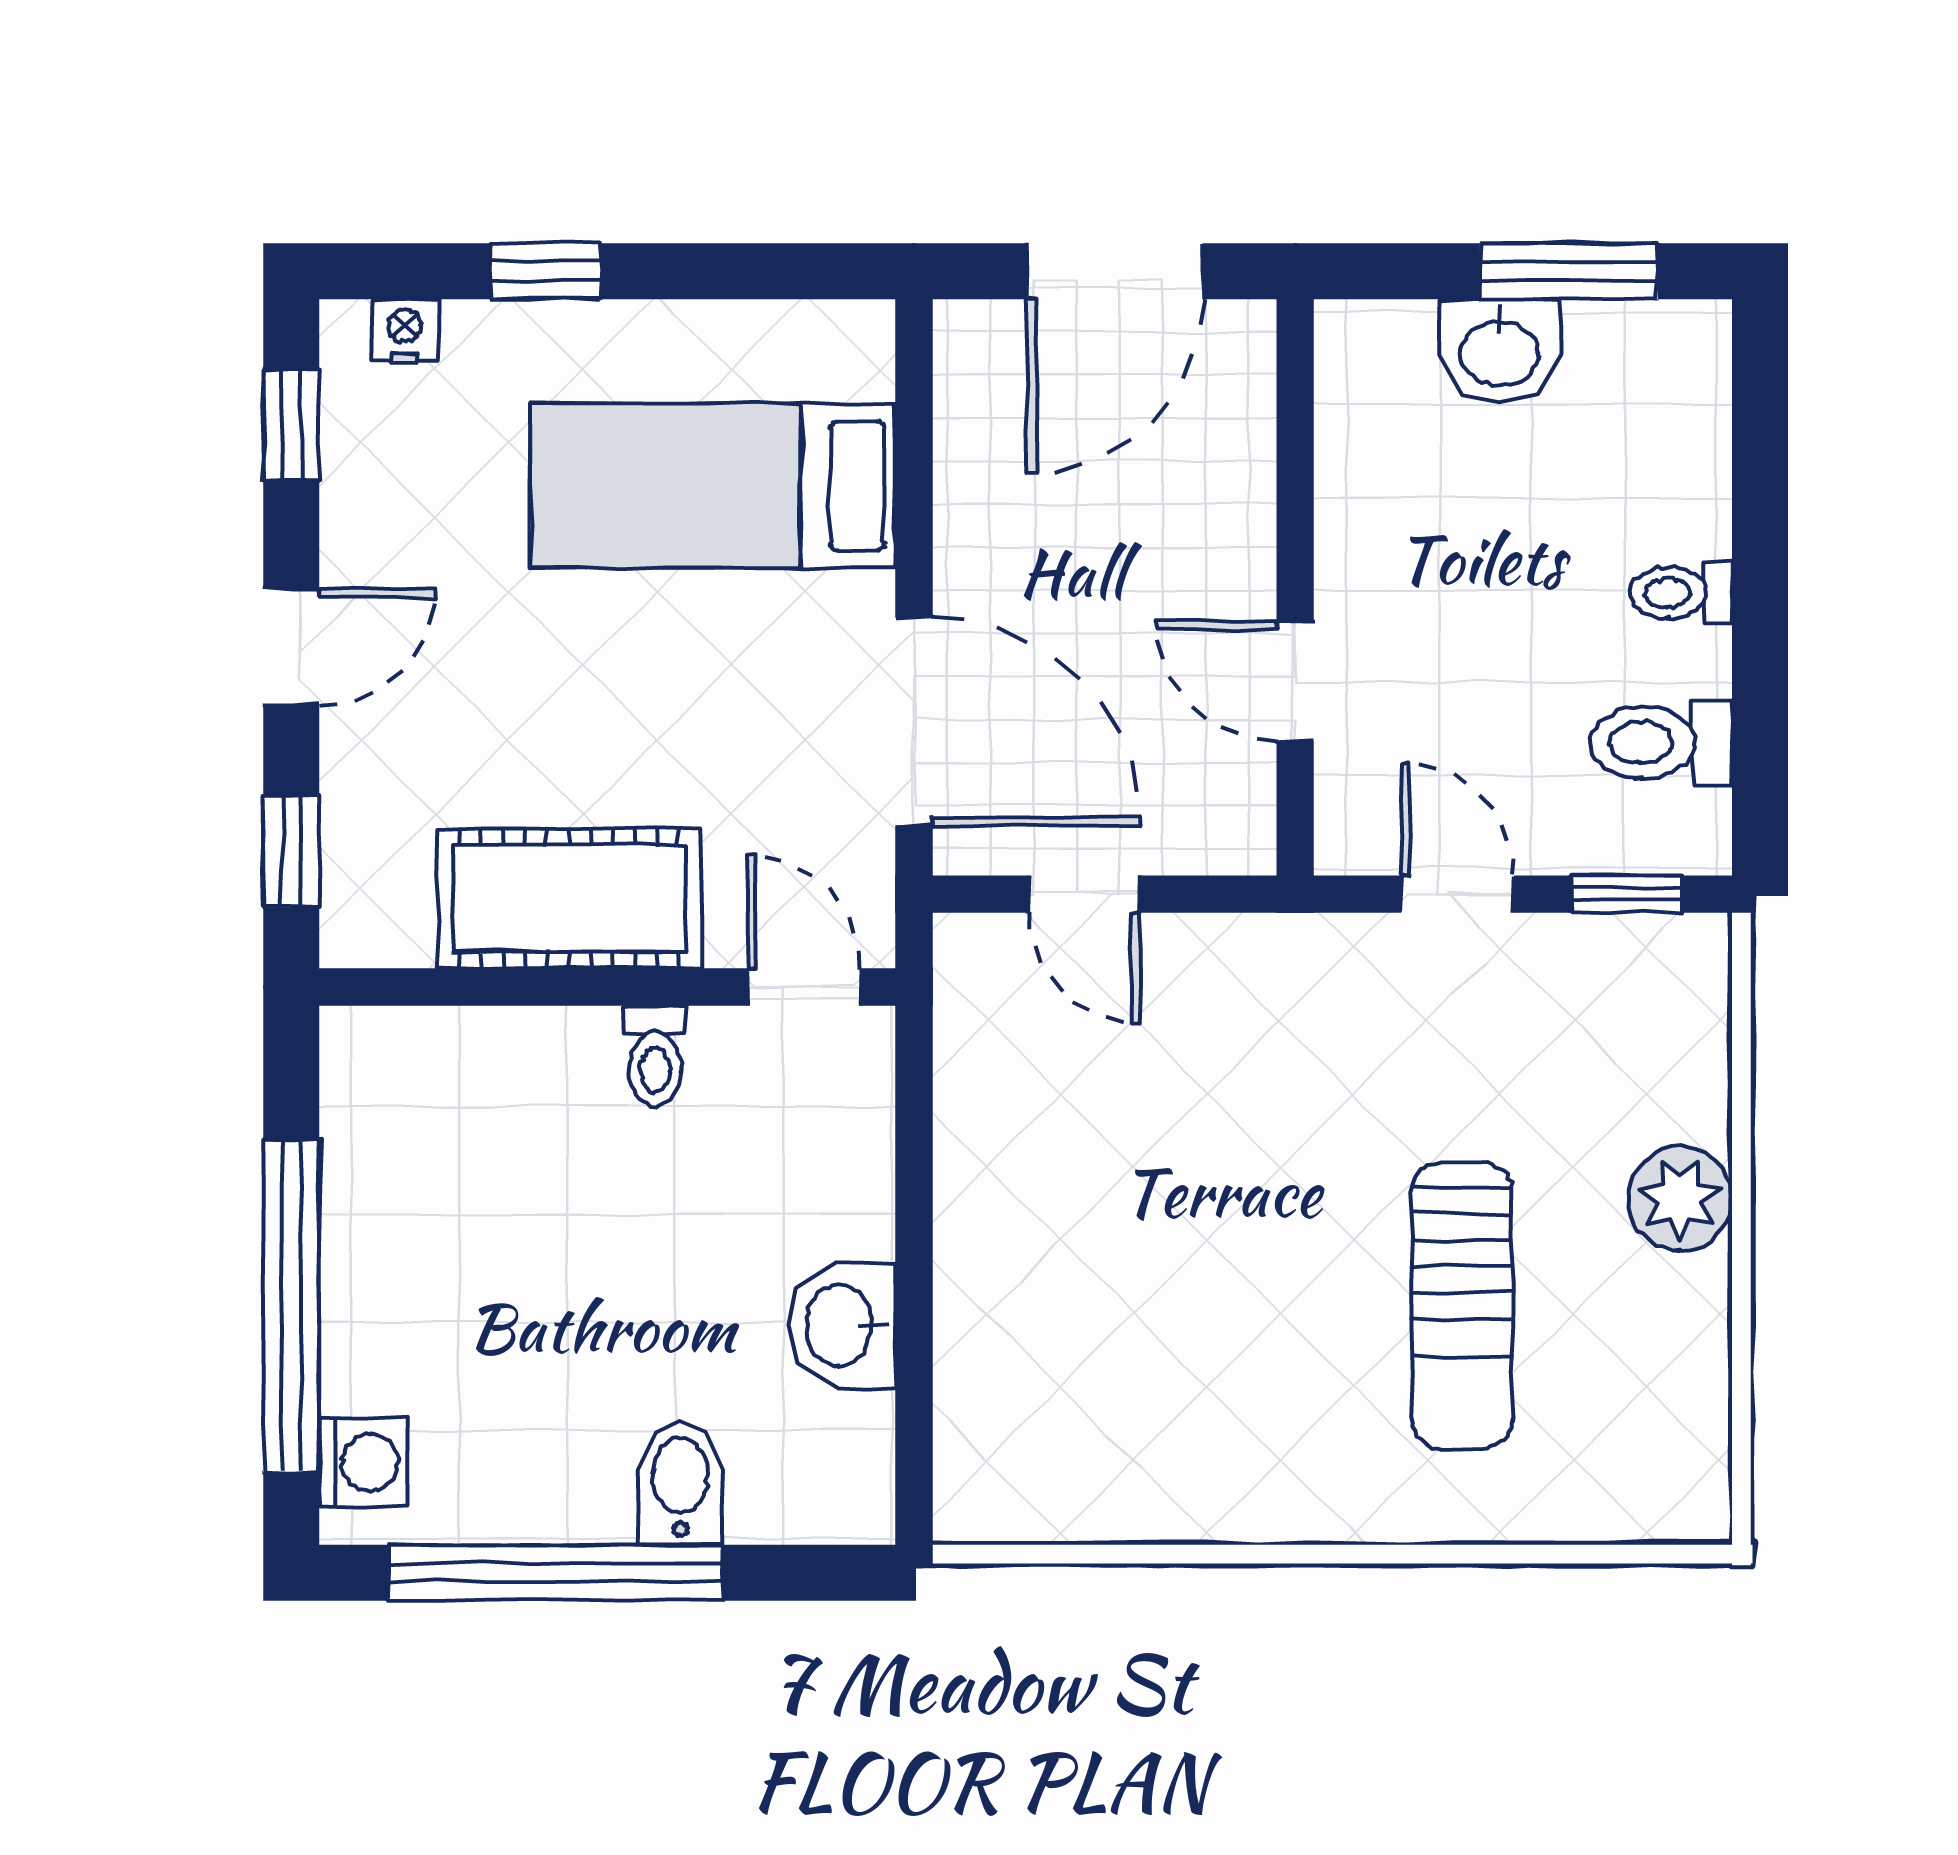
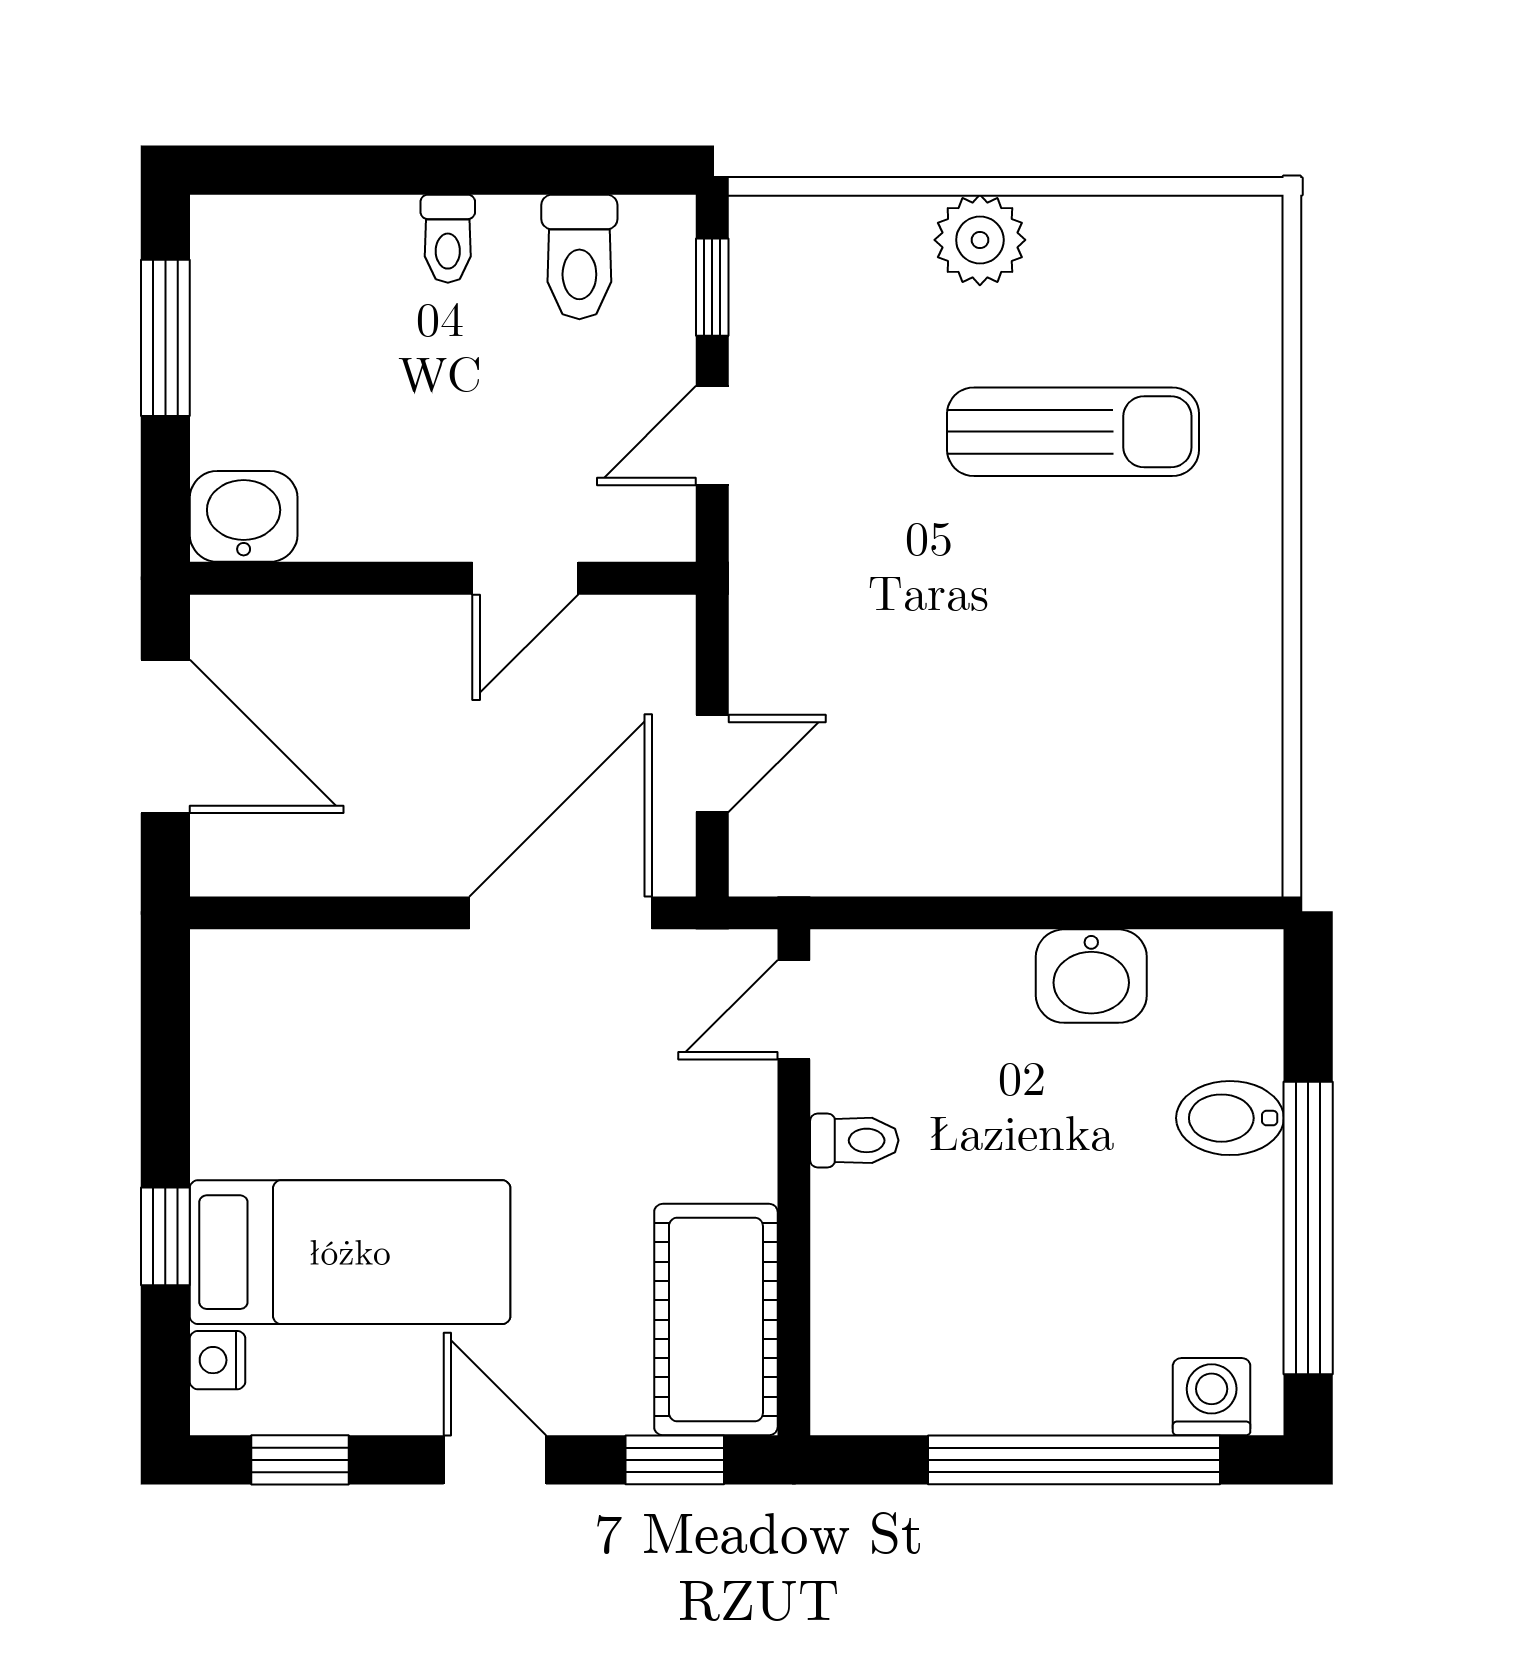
washbasin: (1500, 351) -> (244, 516), moved, turned -90
bed: (713, 486) -> (350, 1252), moved, turned -90
cot: (569, 898) -> (716, 1320), moved

